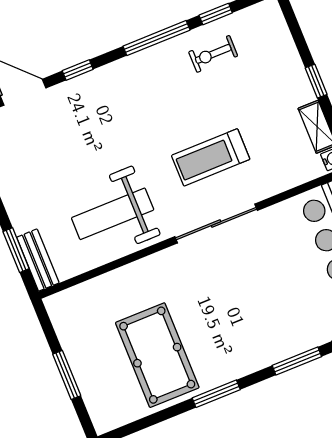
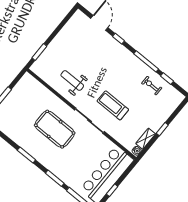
weight bench: (113, 214) -> (72, 80), width x0.73, depth x0.75
bench: (38, 260) -> (40, 62), removed
pool table: (157, 355) -> (55, 129), moved, turned 90

